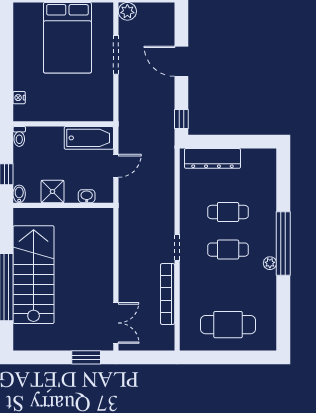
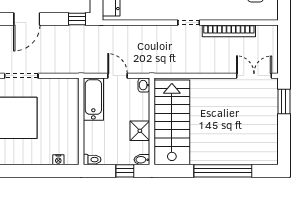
washbasin: (87, 196) -> (144, 85), moved
stairs: (34, 275) -> (172, 122), moved, turned 90

